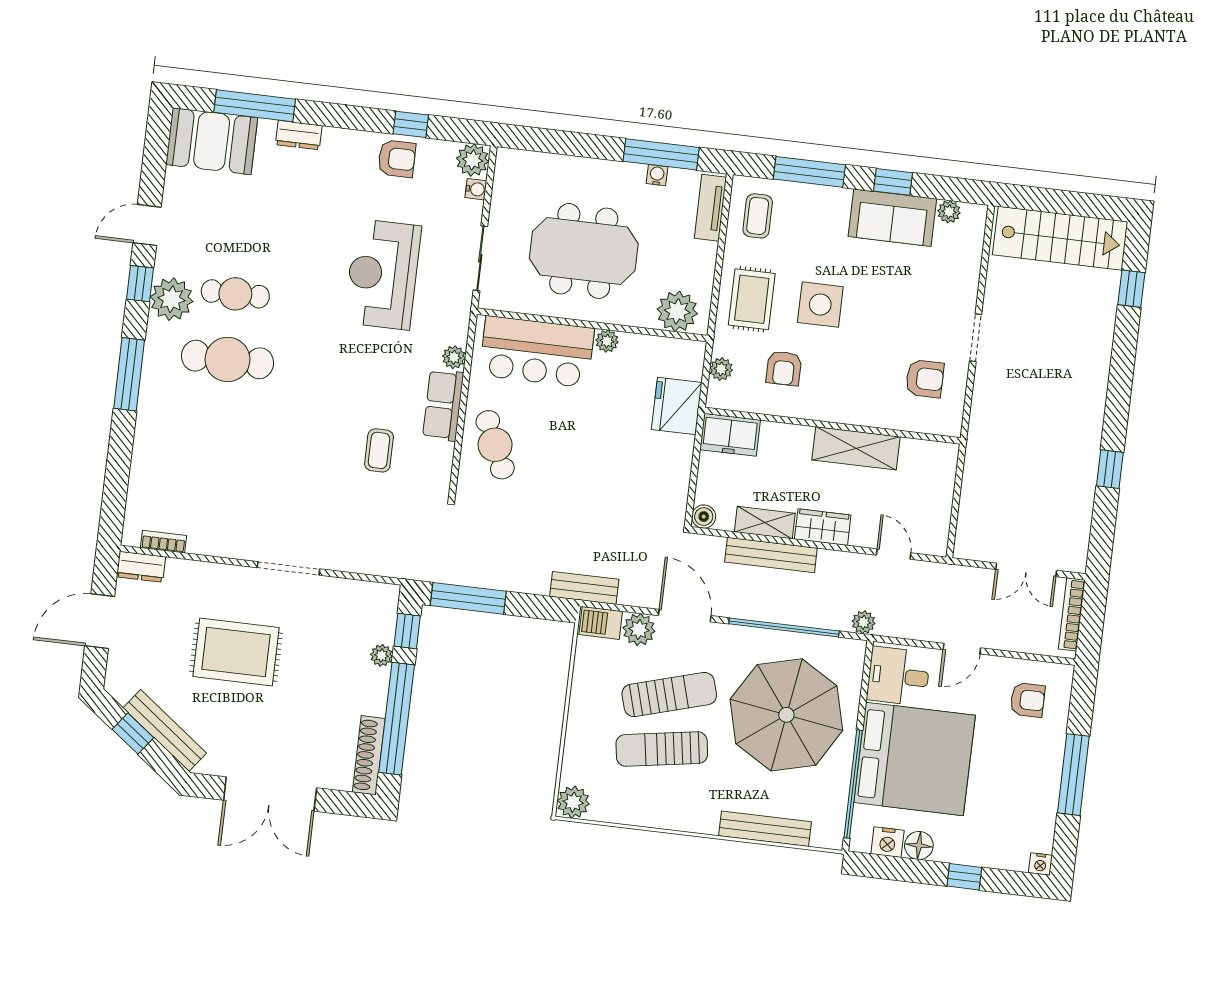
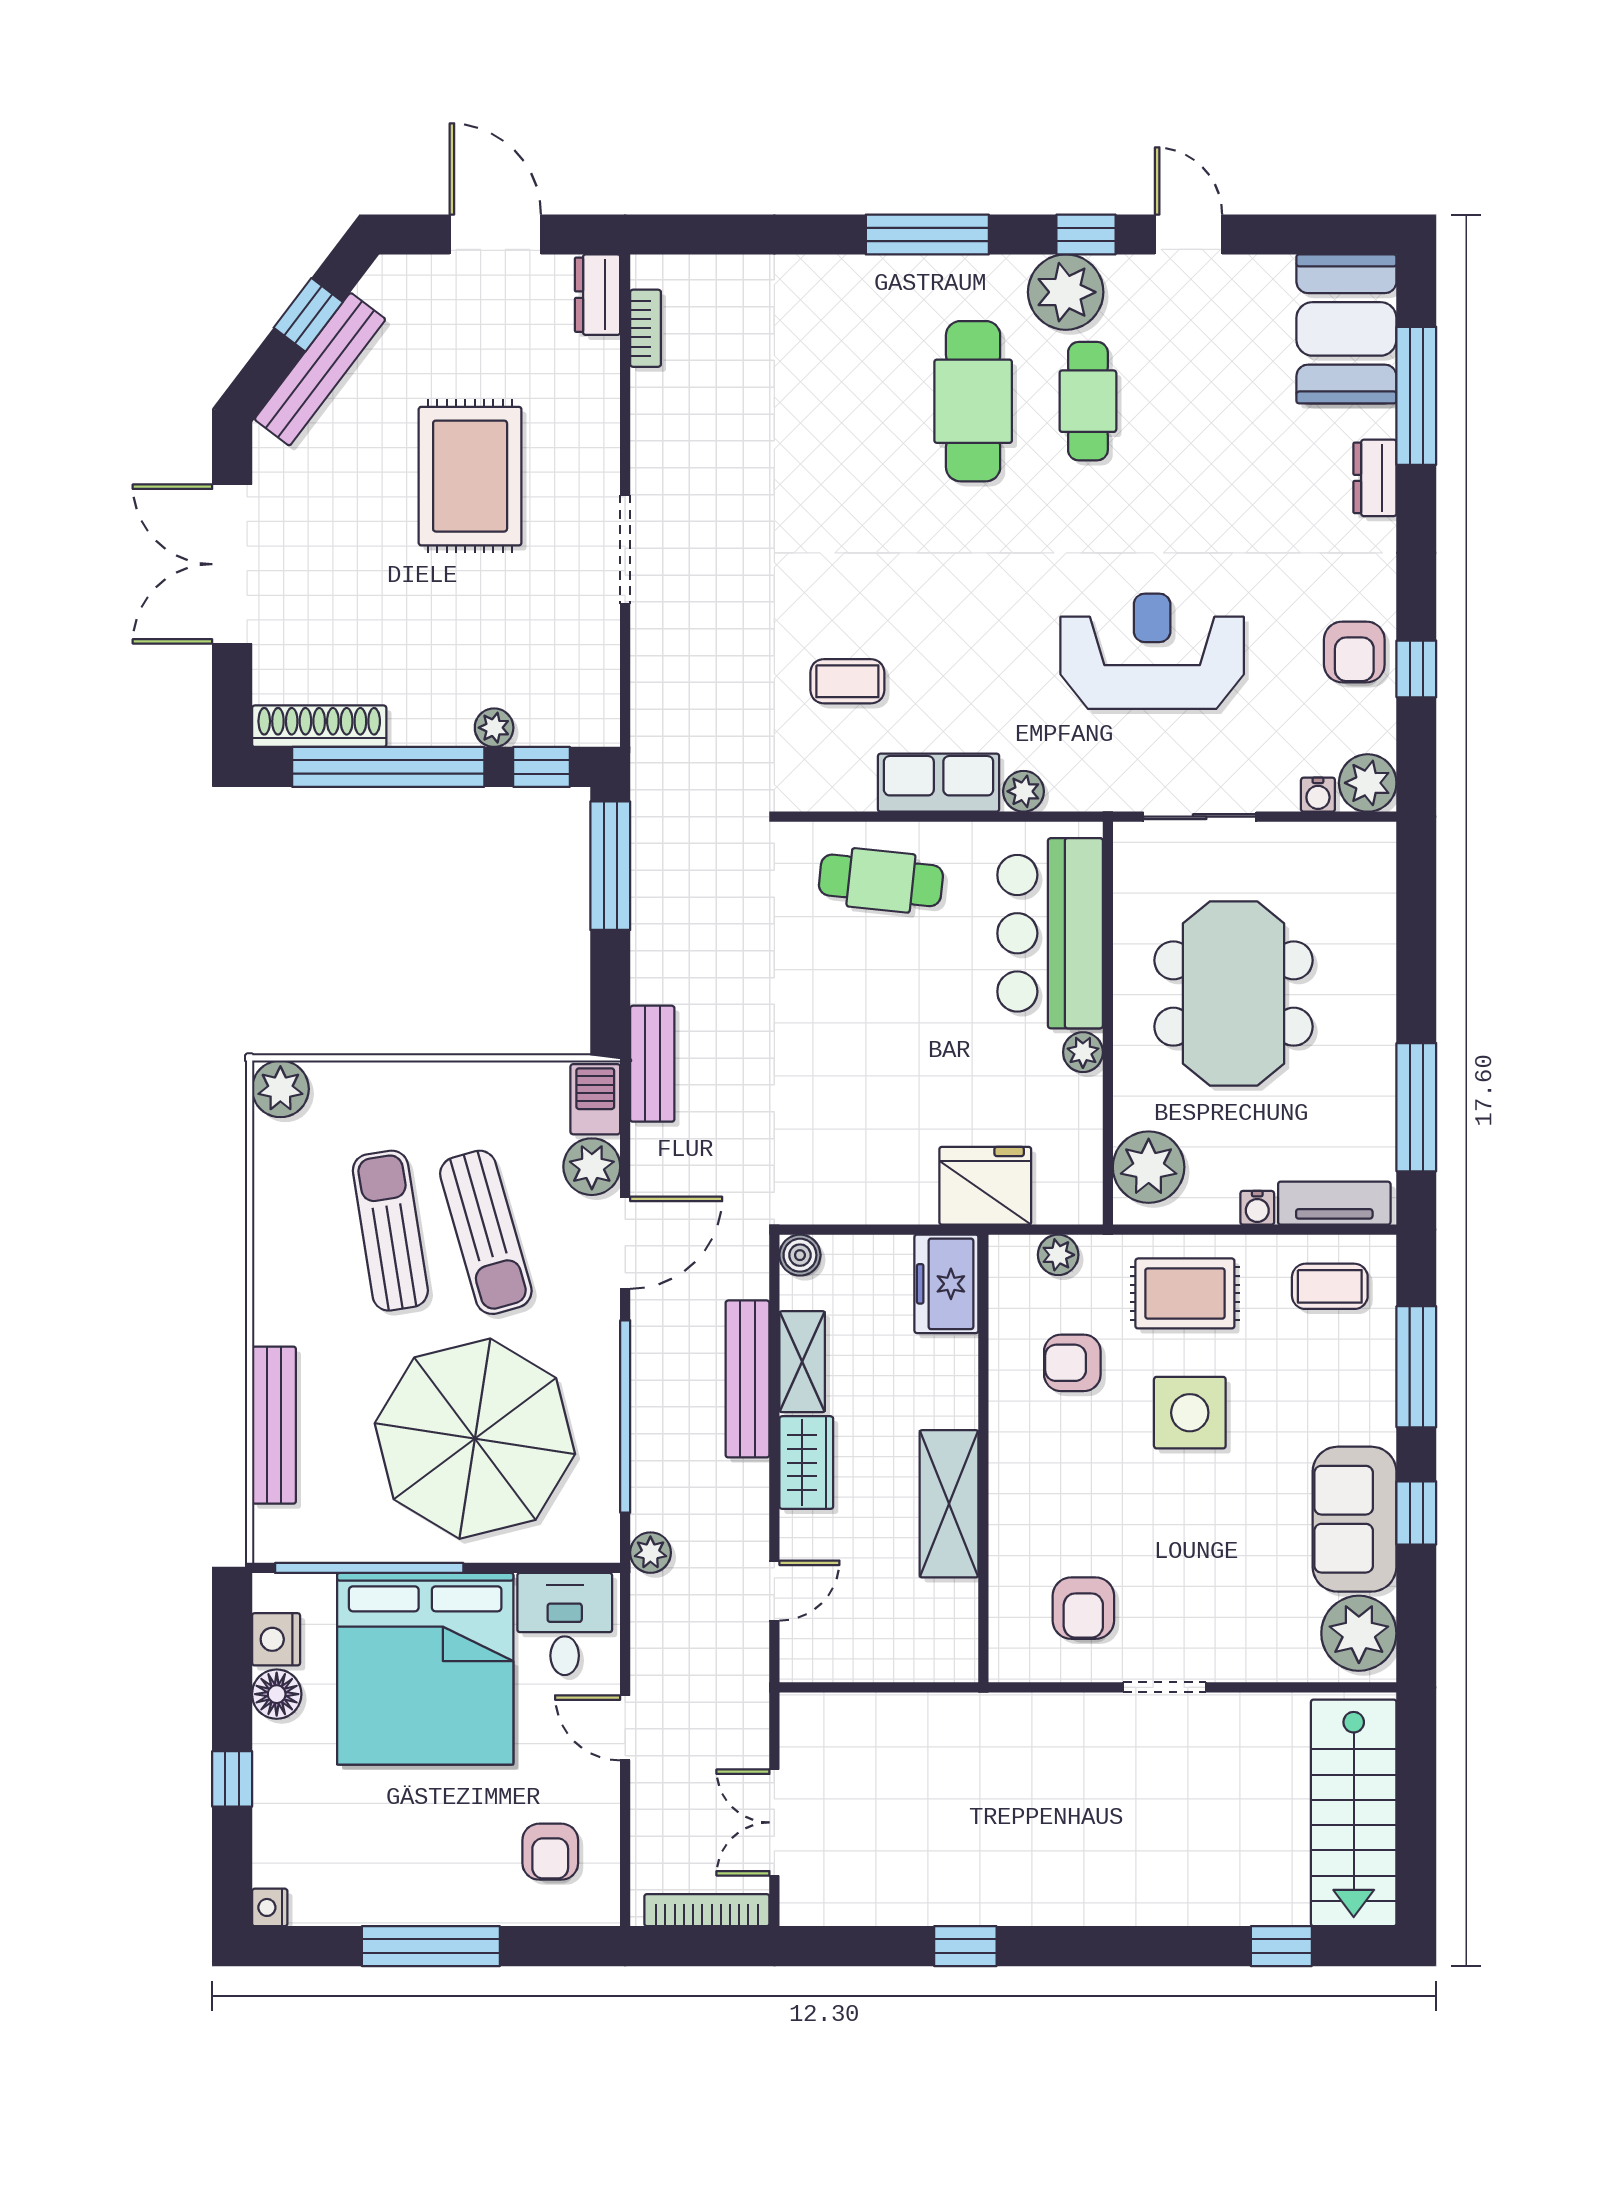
water cooler: (657, 175) -> (1257, 1208), moved, turned 90
plant: (949, 212) -> (1359, 1633), width x1.88, depth x1.88
cafe table: (495, 445) -> (881, 880), turned 30

